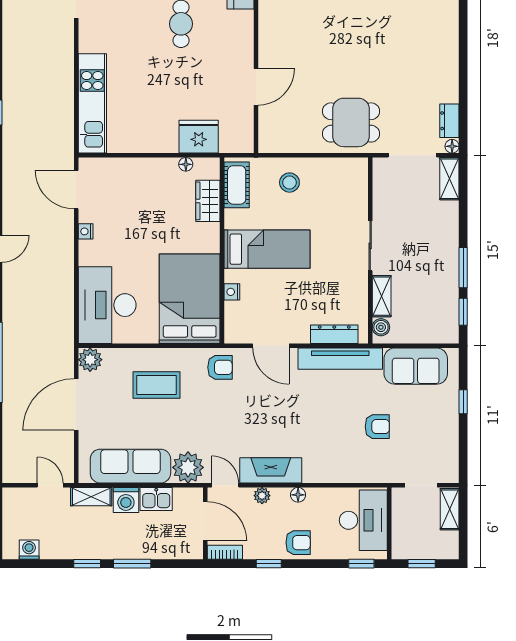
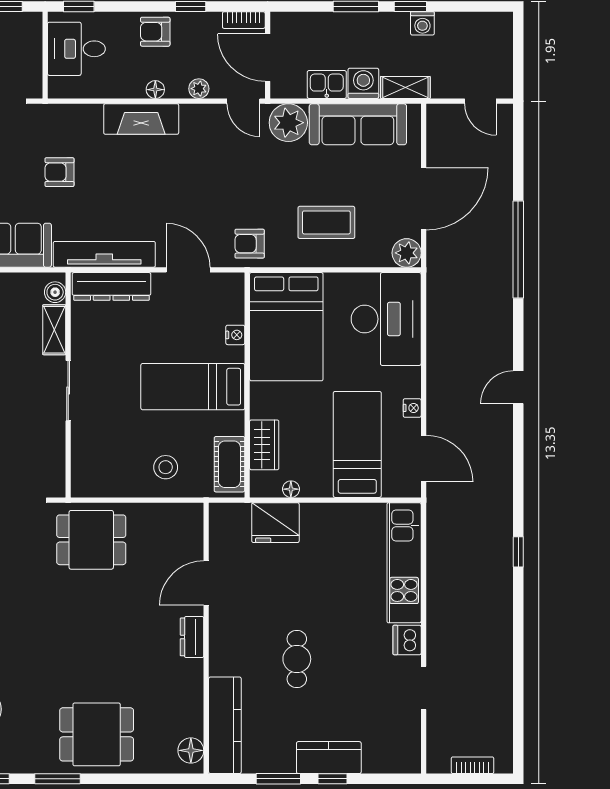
dishwasher: (90, 40) -> (407, 640), added
dresser: (268, 42) -> (192, 637), added
bed: (131, 201) -> (357, 444), added
dresser: (334, 334) -> (111, 286), width x1.37, depth x1.24
fireplace: (271, 470) -> (141, 119), moved
door: (50, 485) -> (480, 101), moved
desk: (363, 520) -> (76, 49), width x0.73
washing machine: (29, 550) -> (422, 23), moved

